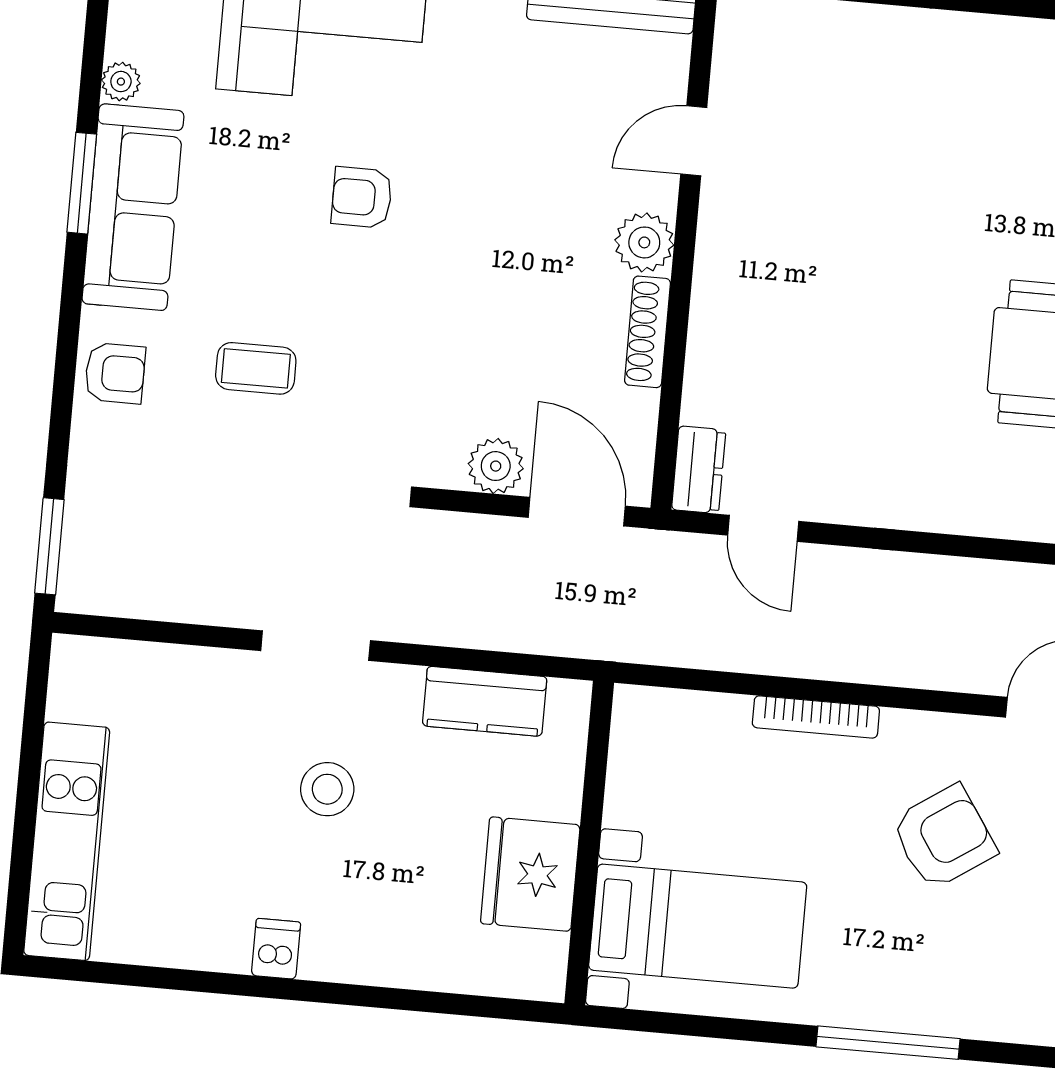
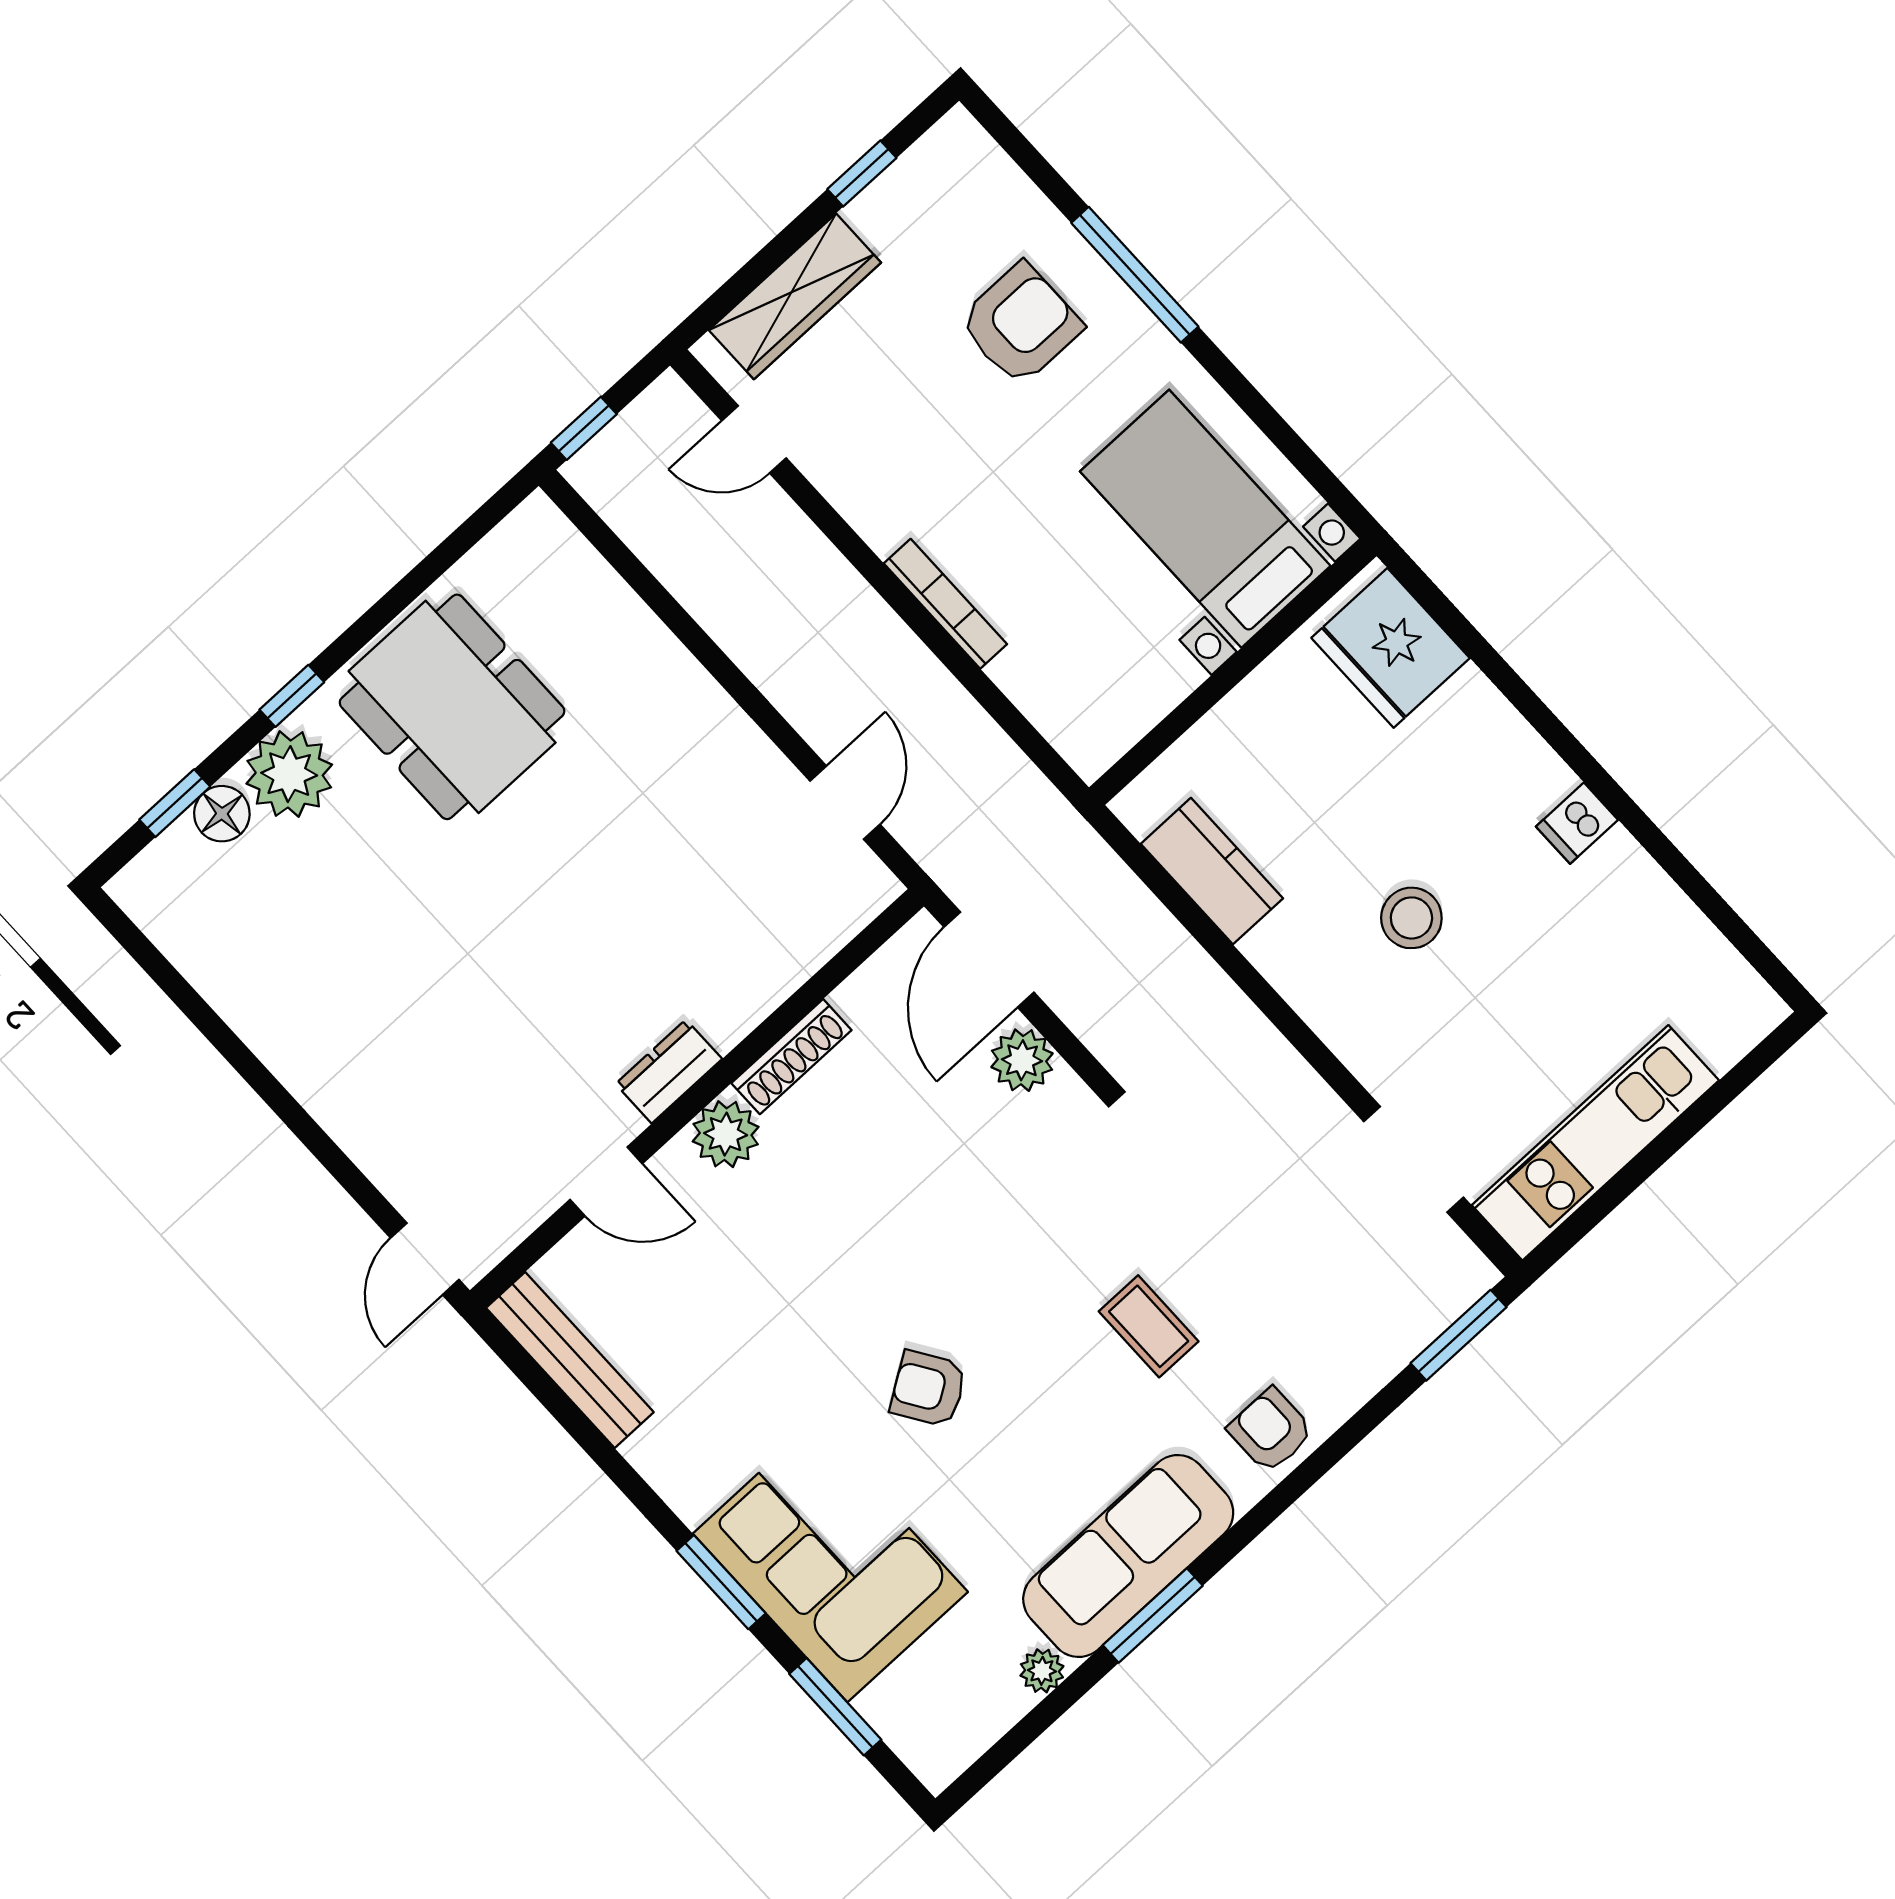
armchair: (362, 197) -> (928, 1389), turned 147
dresser: (699, 470) -> (669, 1071), moved
doorway: (316, 646) -> (1414, 1159), moved
armchair: (944, 837) -> (1020, 324), moved, turned 124
kitchen unit: (67, 841) -> (1595, 1143), moved
fridge: (530, 874) -> (1391, 648), moved, turned 90

